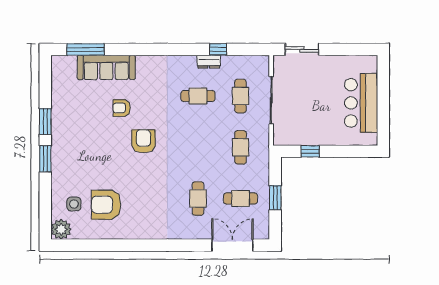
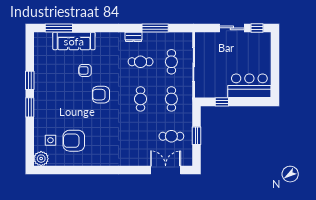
window: (218, 49) -> (155, 28), width x2.17
sliding door: (302, 49) -> (232, 28), moved
window: (358, 49) -> (257, 28), added
dresser: (209, 62) -> (134, 37), moved
bar counter: (361, 103) -> (249, 86), moved, turned 90
armchair: (143, 141) -> (101, 95), turned -90
cafe table: (198, 198) -> (141, 99), moved

